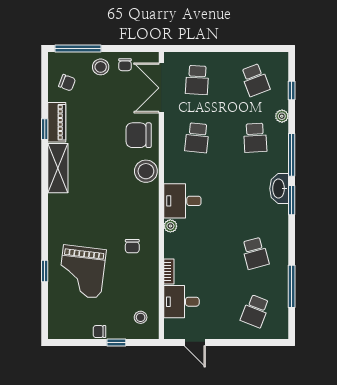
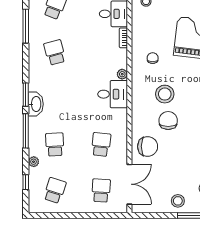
chair: (125, 65) -> (168, 121), moved, width x1.87, depth x1.87
school desk: (255, 80) -> (55, 190), turned 39
stool: (146, 171) -> (165, 94), moved

